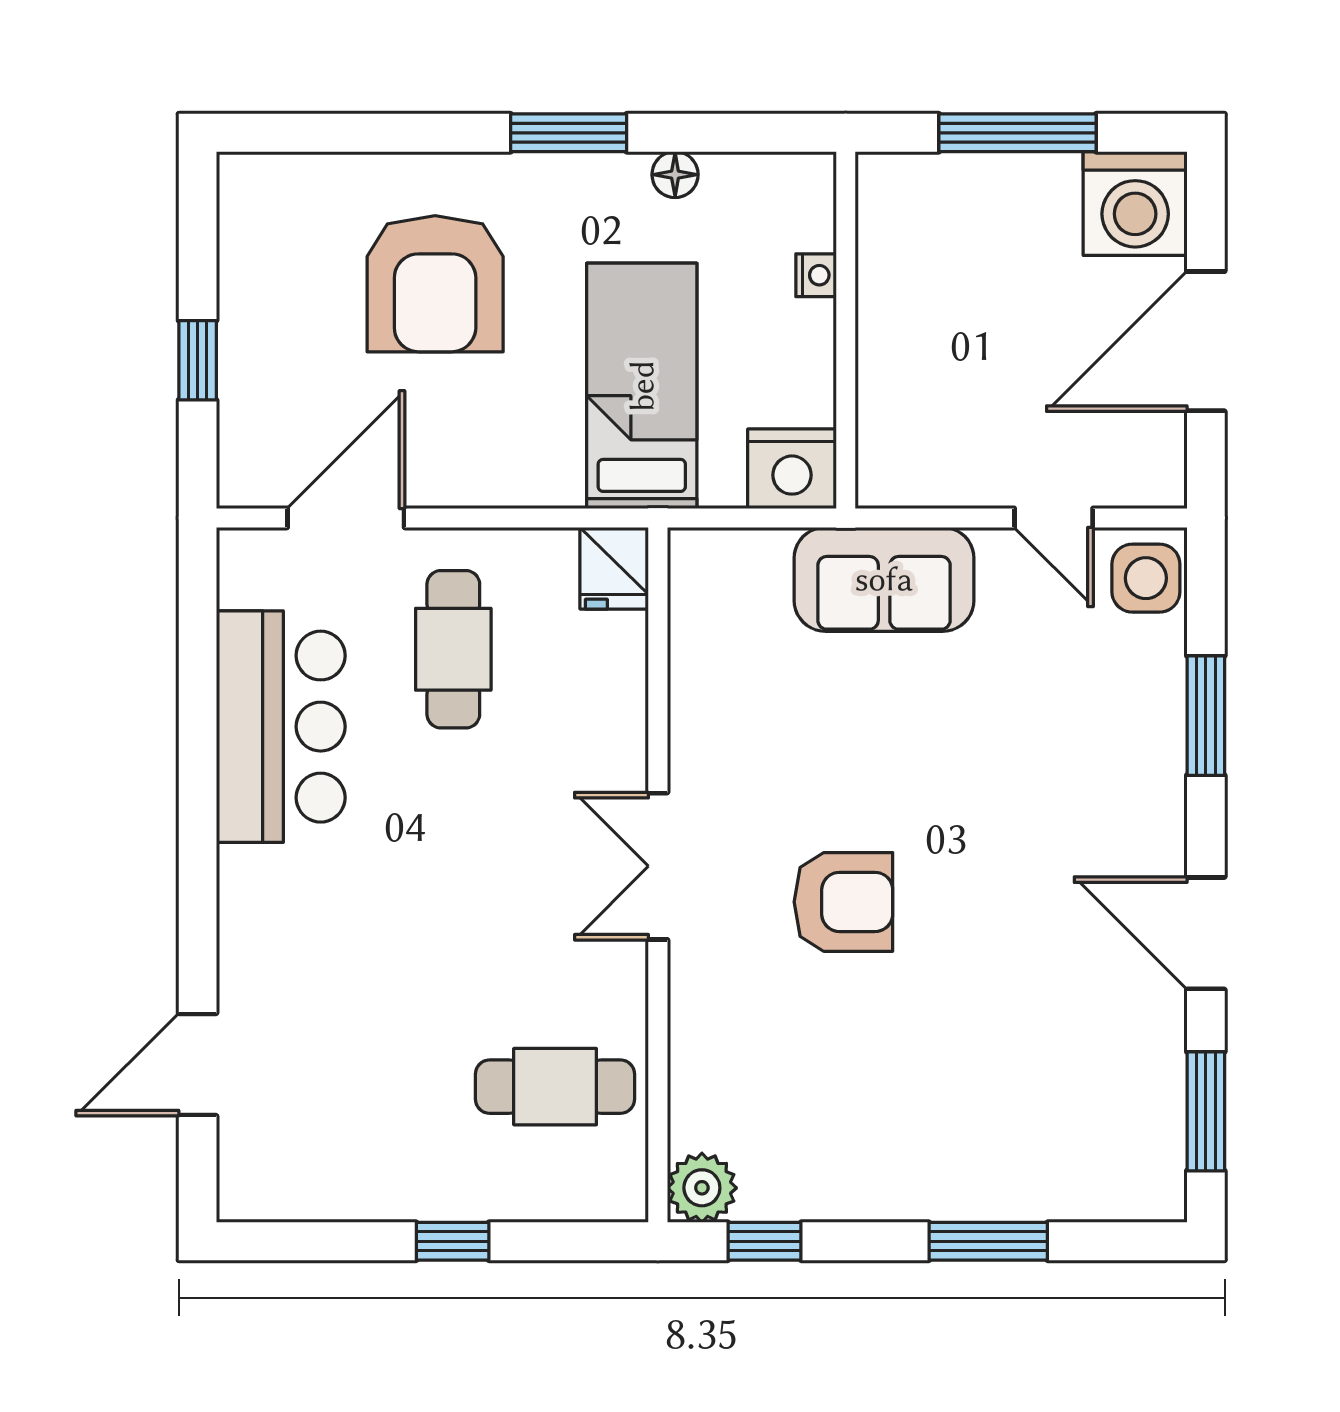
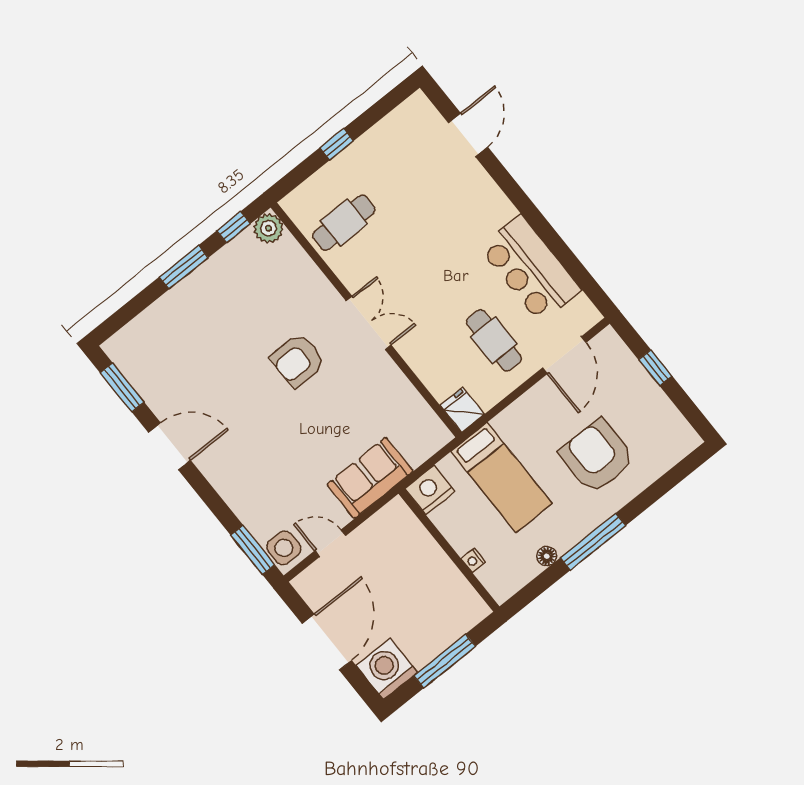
window: (569, 133) -> (593, 542), width x1.44
window: (1206, 716) -> (253, 550), moved
window: (988, 1241) -> (184, 267), moved

